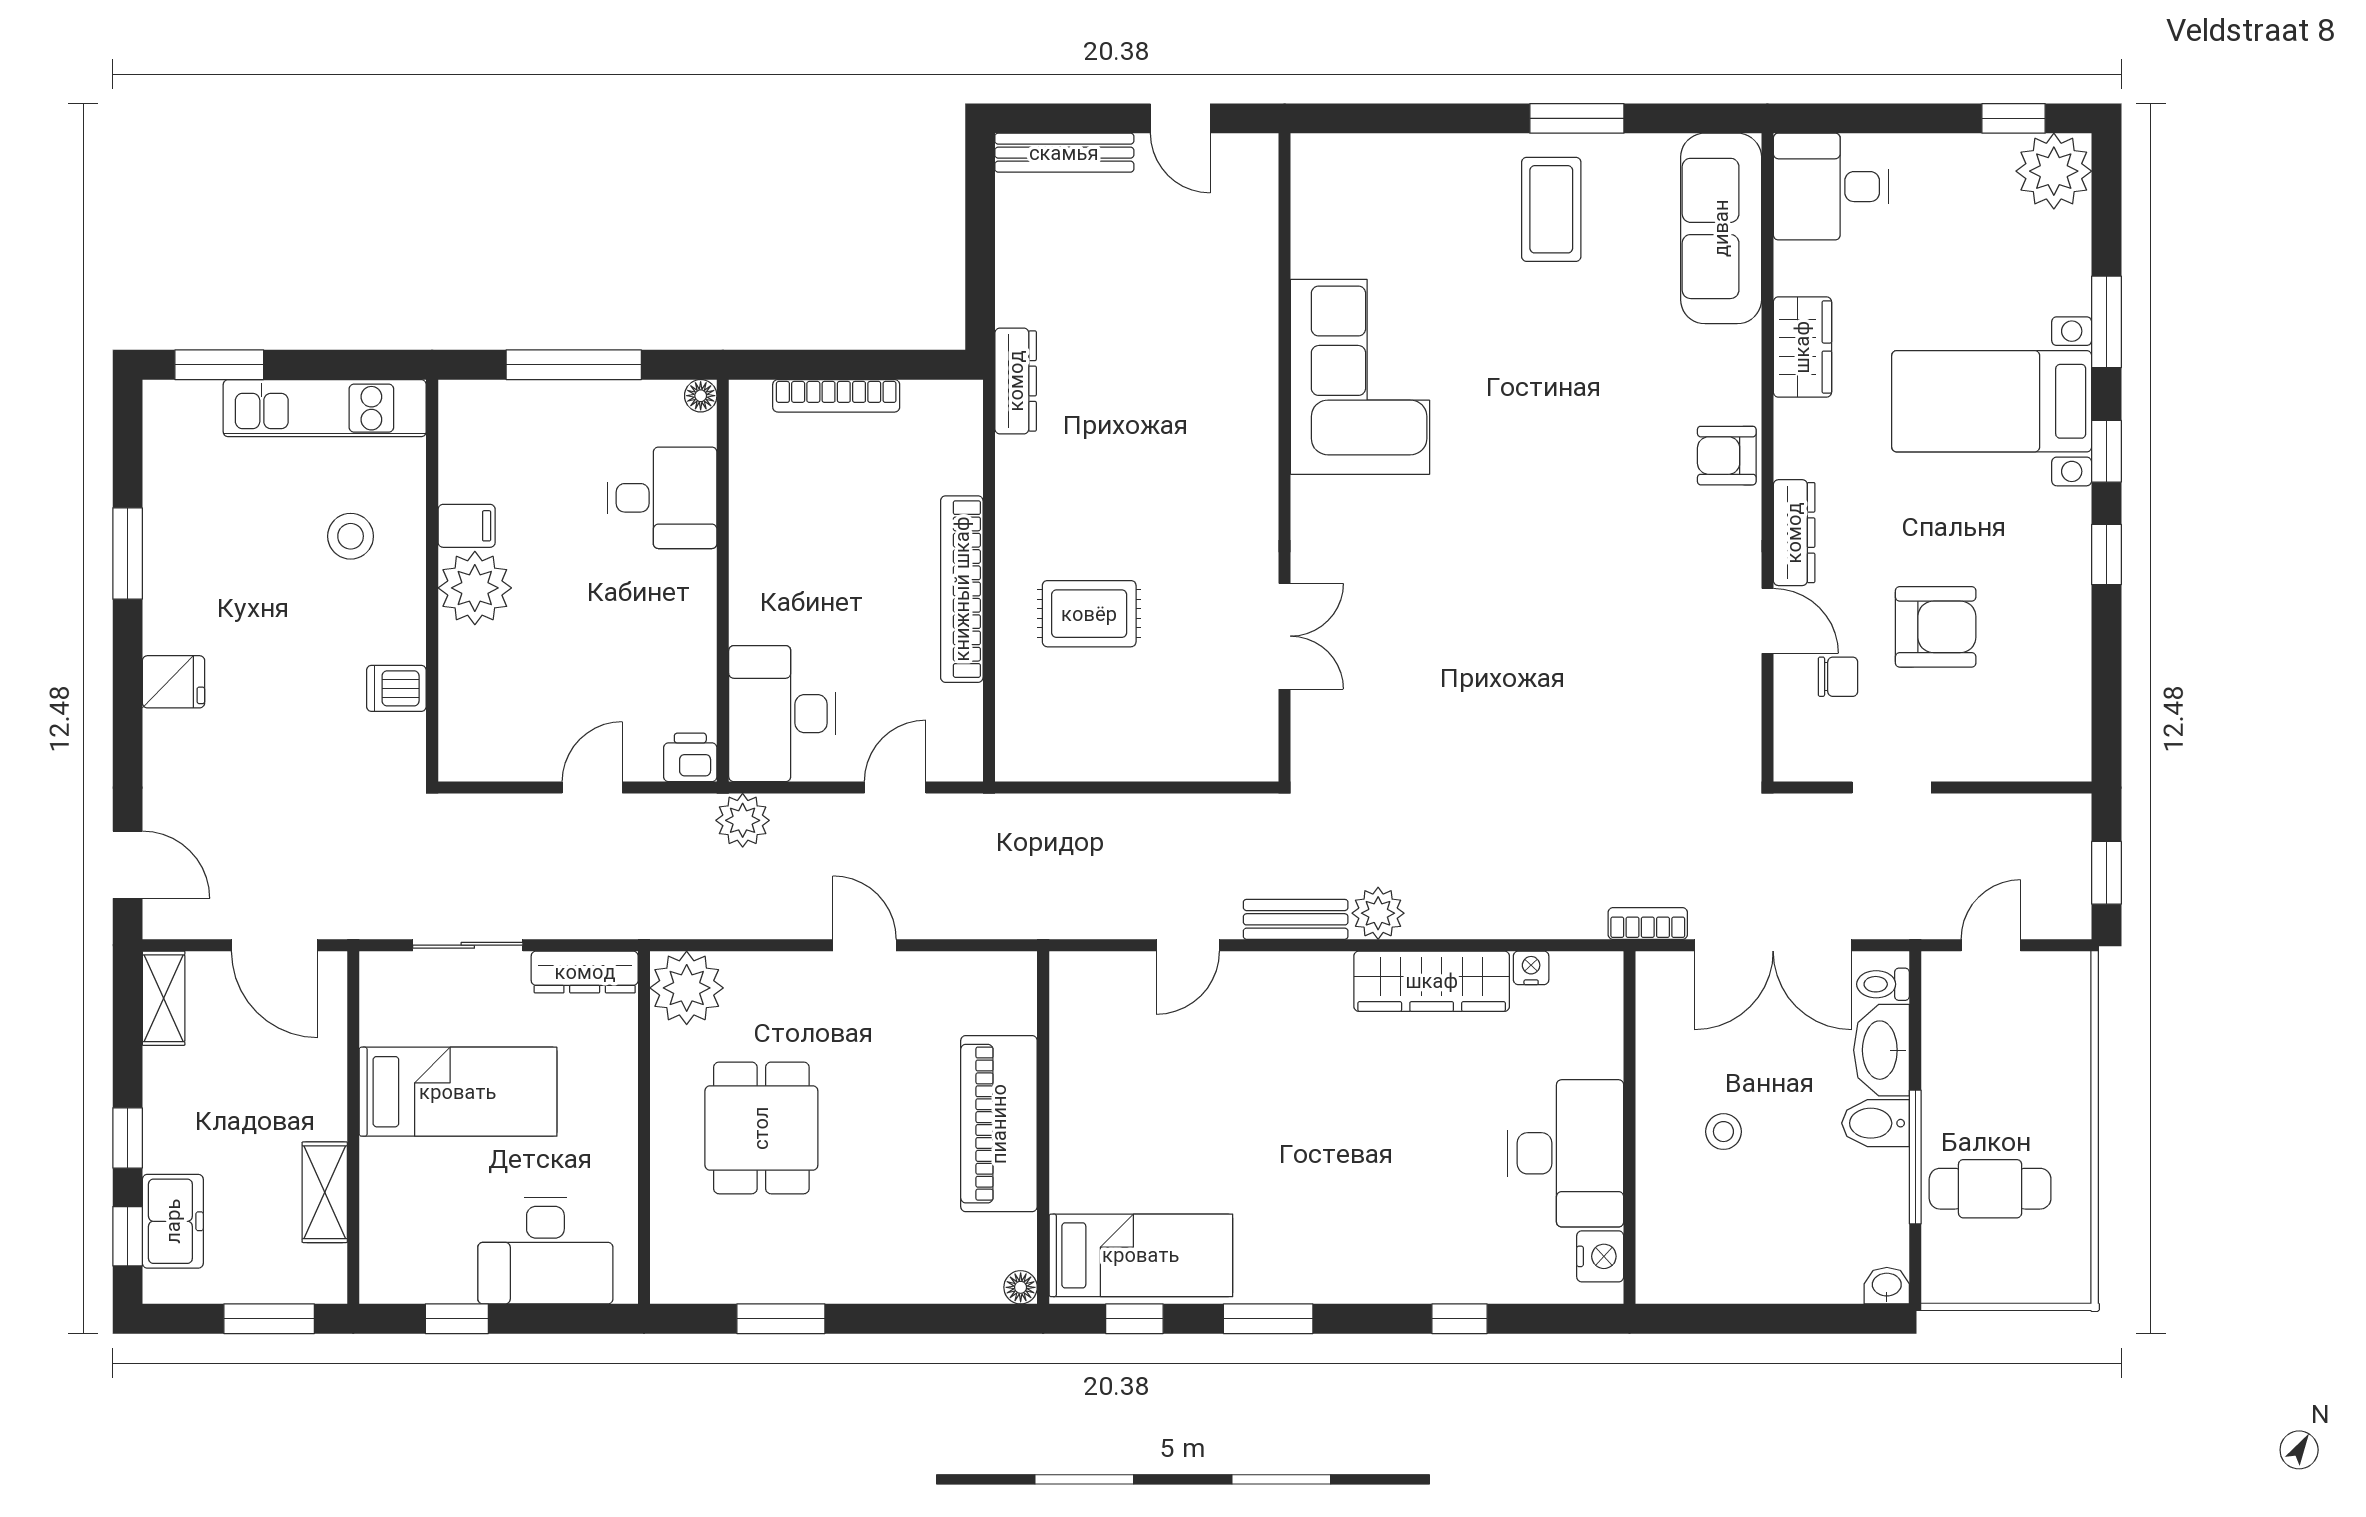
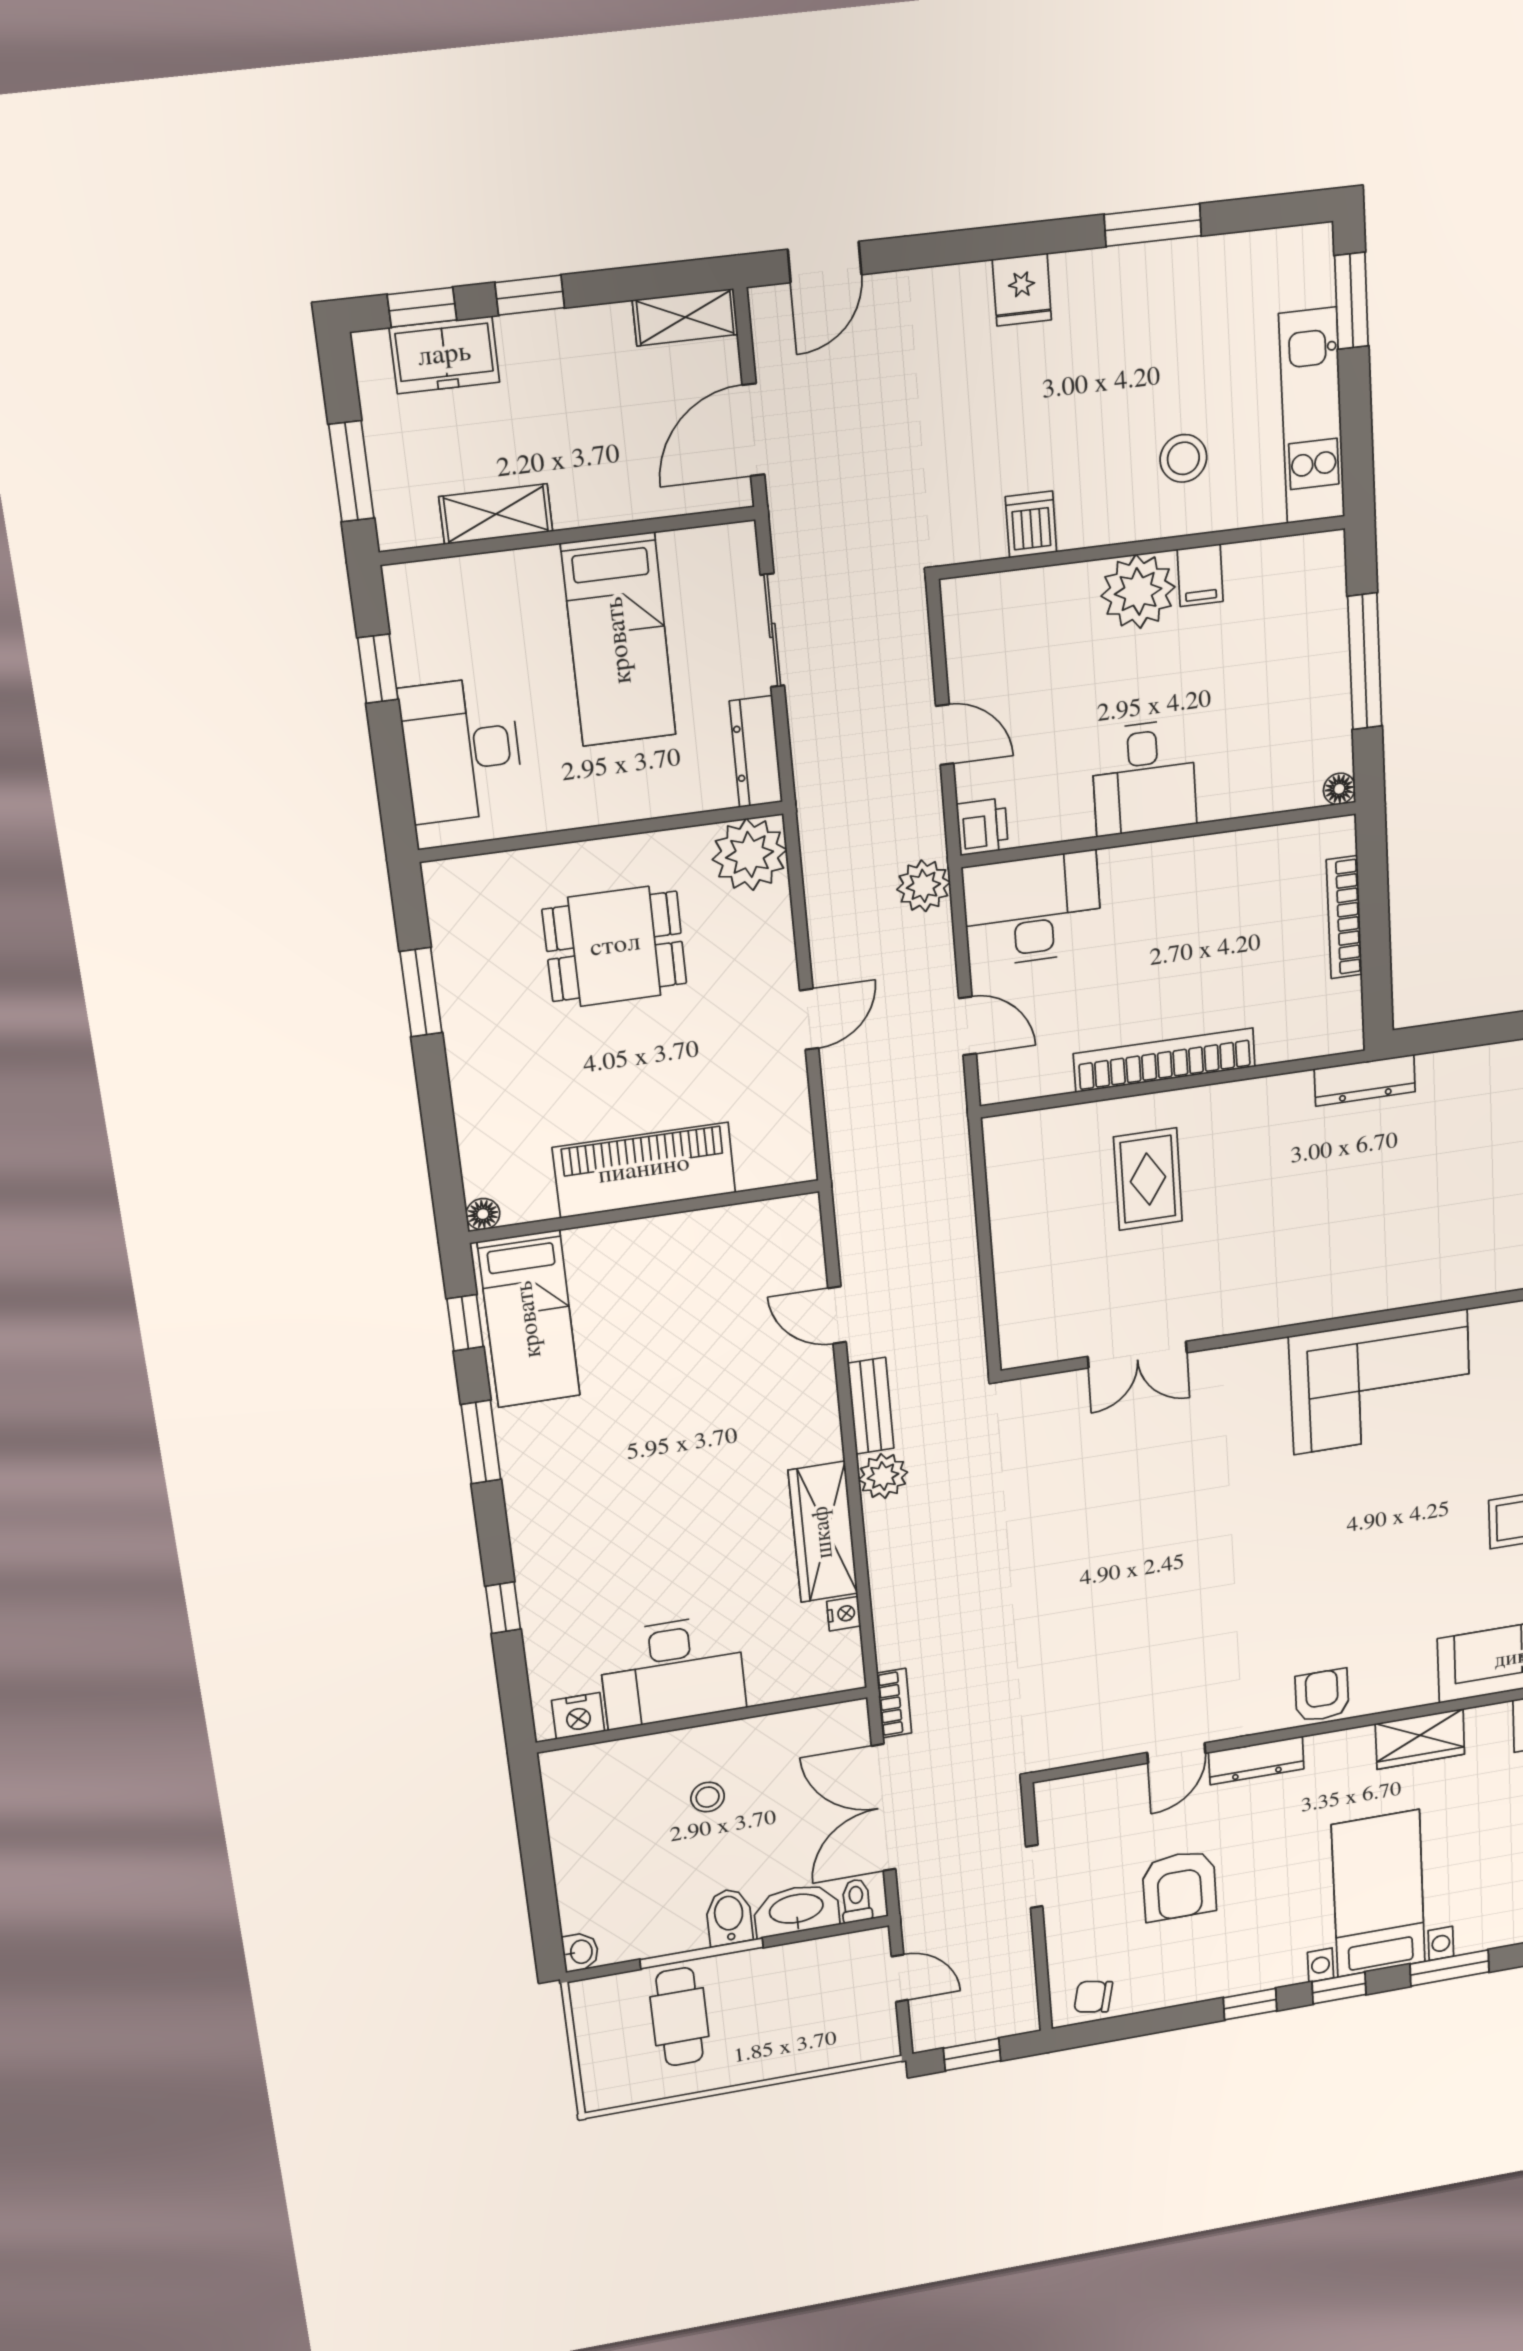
desk: (662, 498) -> (1144, 778), moved
chair: (1838, 677) -> (1093, 1997), moved, turned 102

